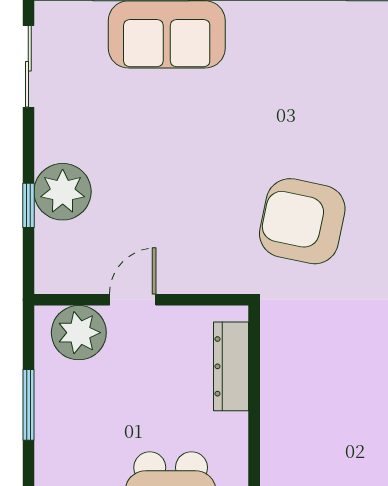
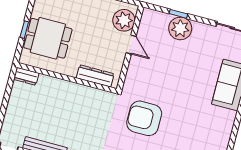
armchair: (302, 221) -> (144, 118), turned -102

